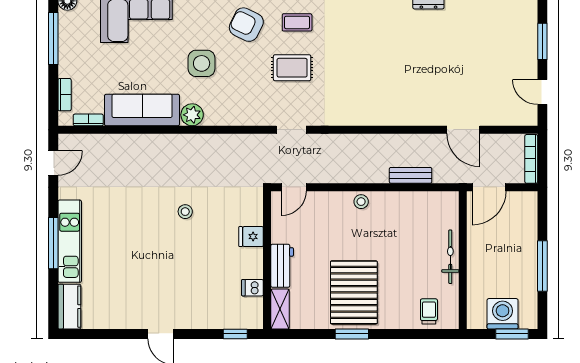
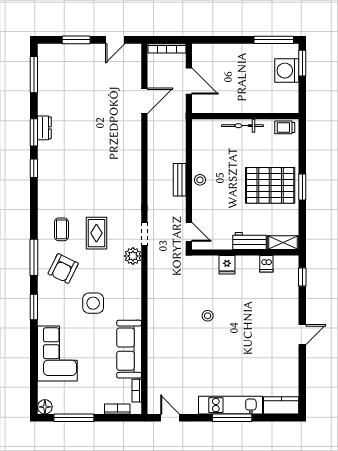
plant: (192, 115) -> (133, 256), moved
bench: (411, 175) -> (180, 180), moved
bicycle: (450, 257) -> (243, 126), moved
wall: (463, 260) -> (245, 116), moved
window: (542, 266) -> (274, 40), moved

